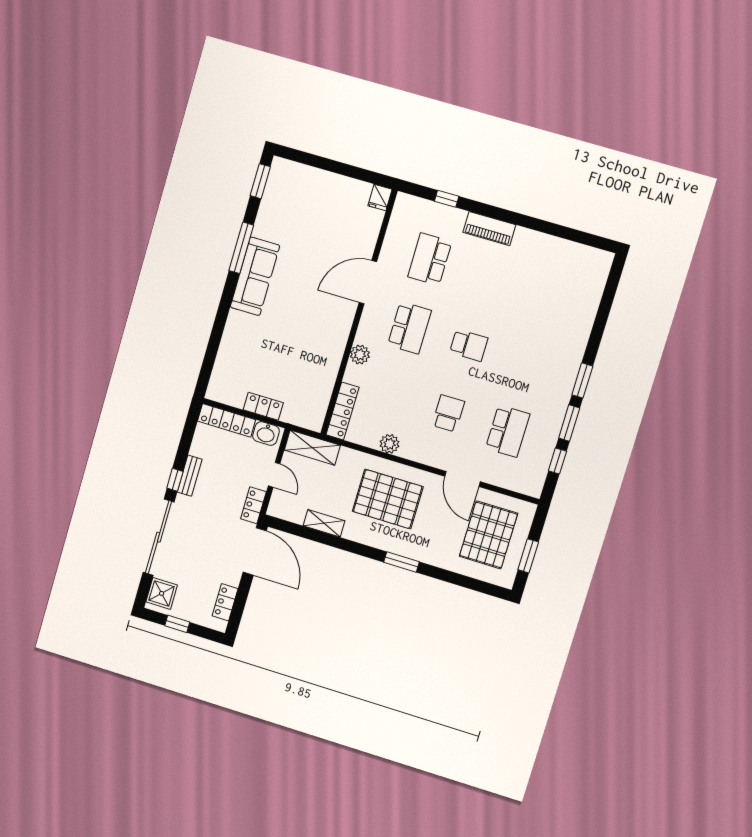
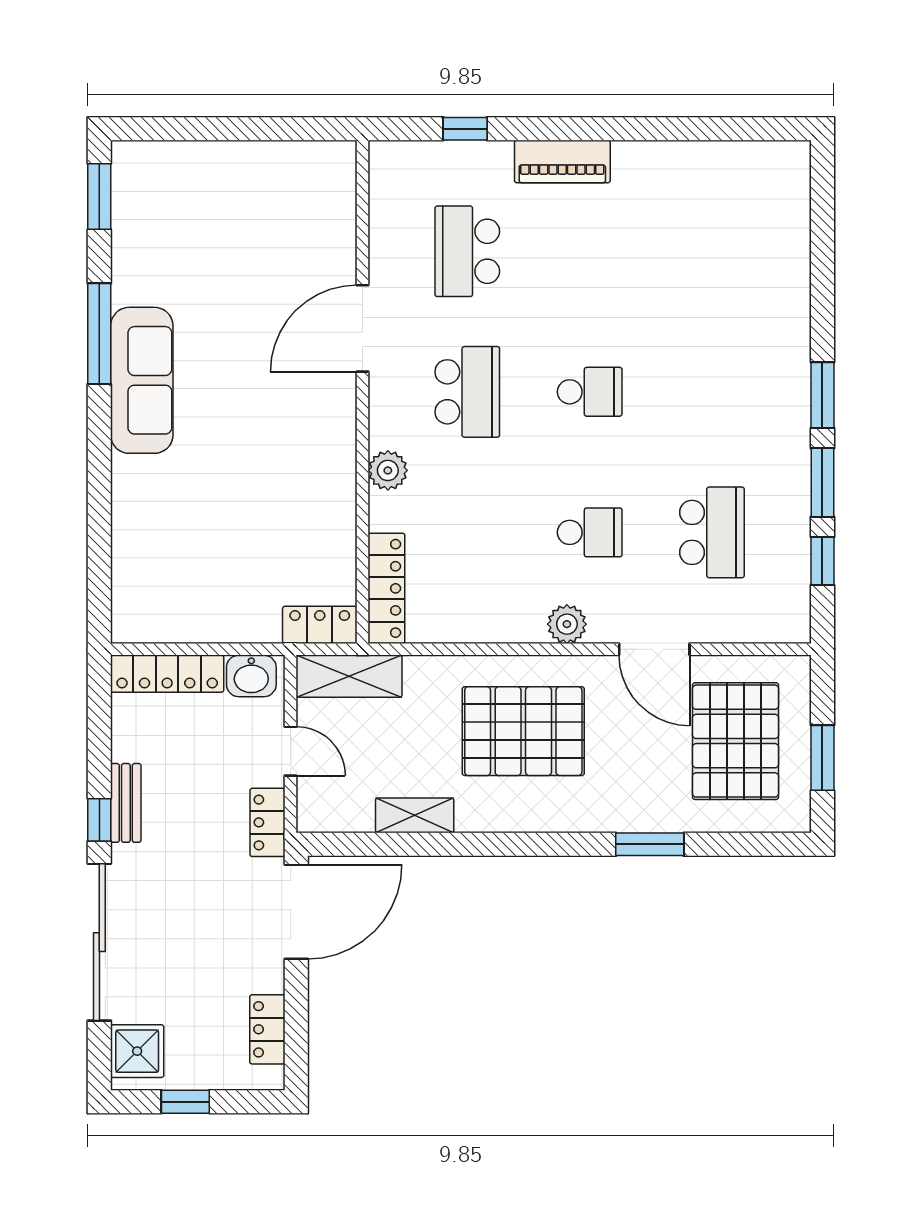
fridge: (380, 198) -> (338, 162), removed
locker: (263, 406) -> (320, 625), moved
school desk: (448, 413) -> (590, 532), turned 90
plant: (390, 444) -> (567, 624), moved
door: (255, 551) -> (296, 912), hinge flipped
window: (402, 562) -> (650, 844), moved

